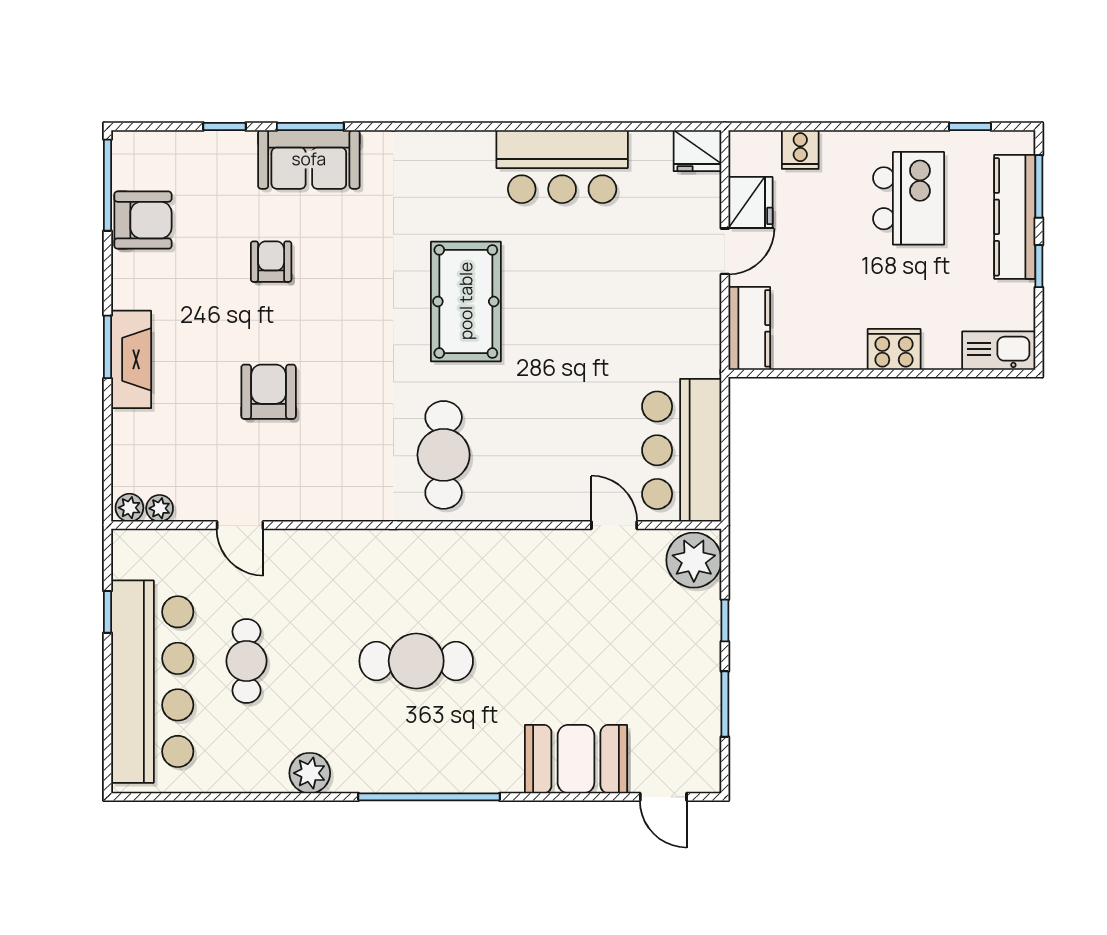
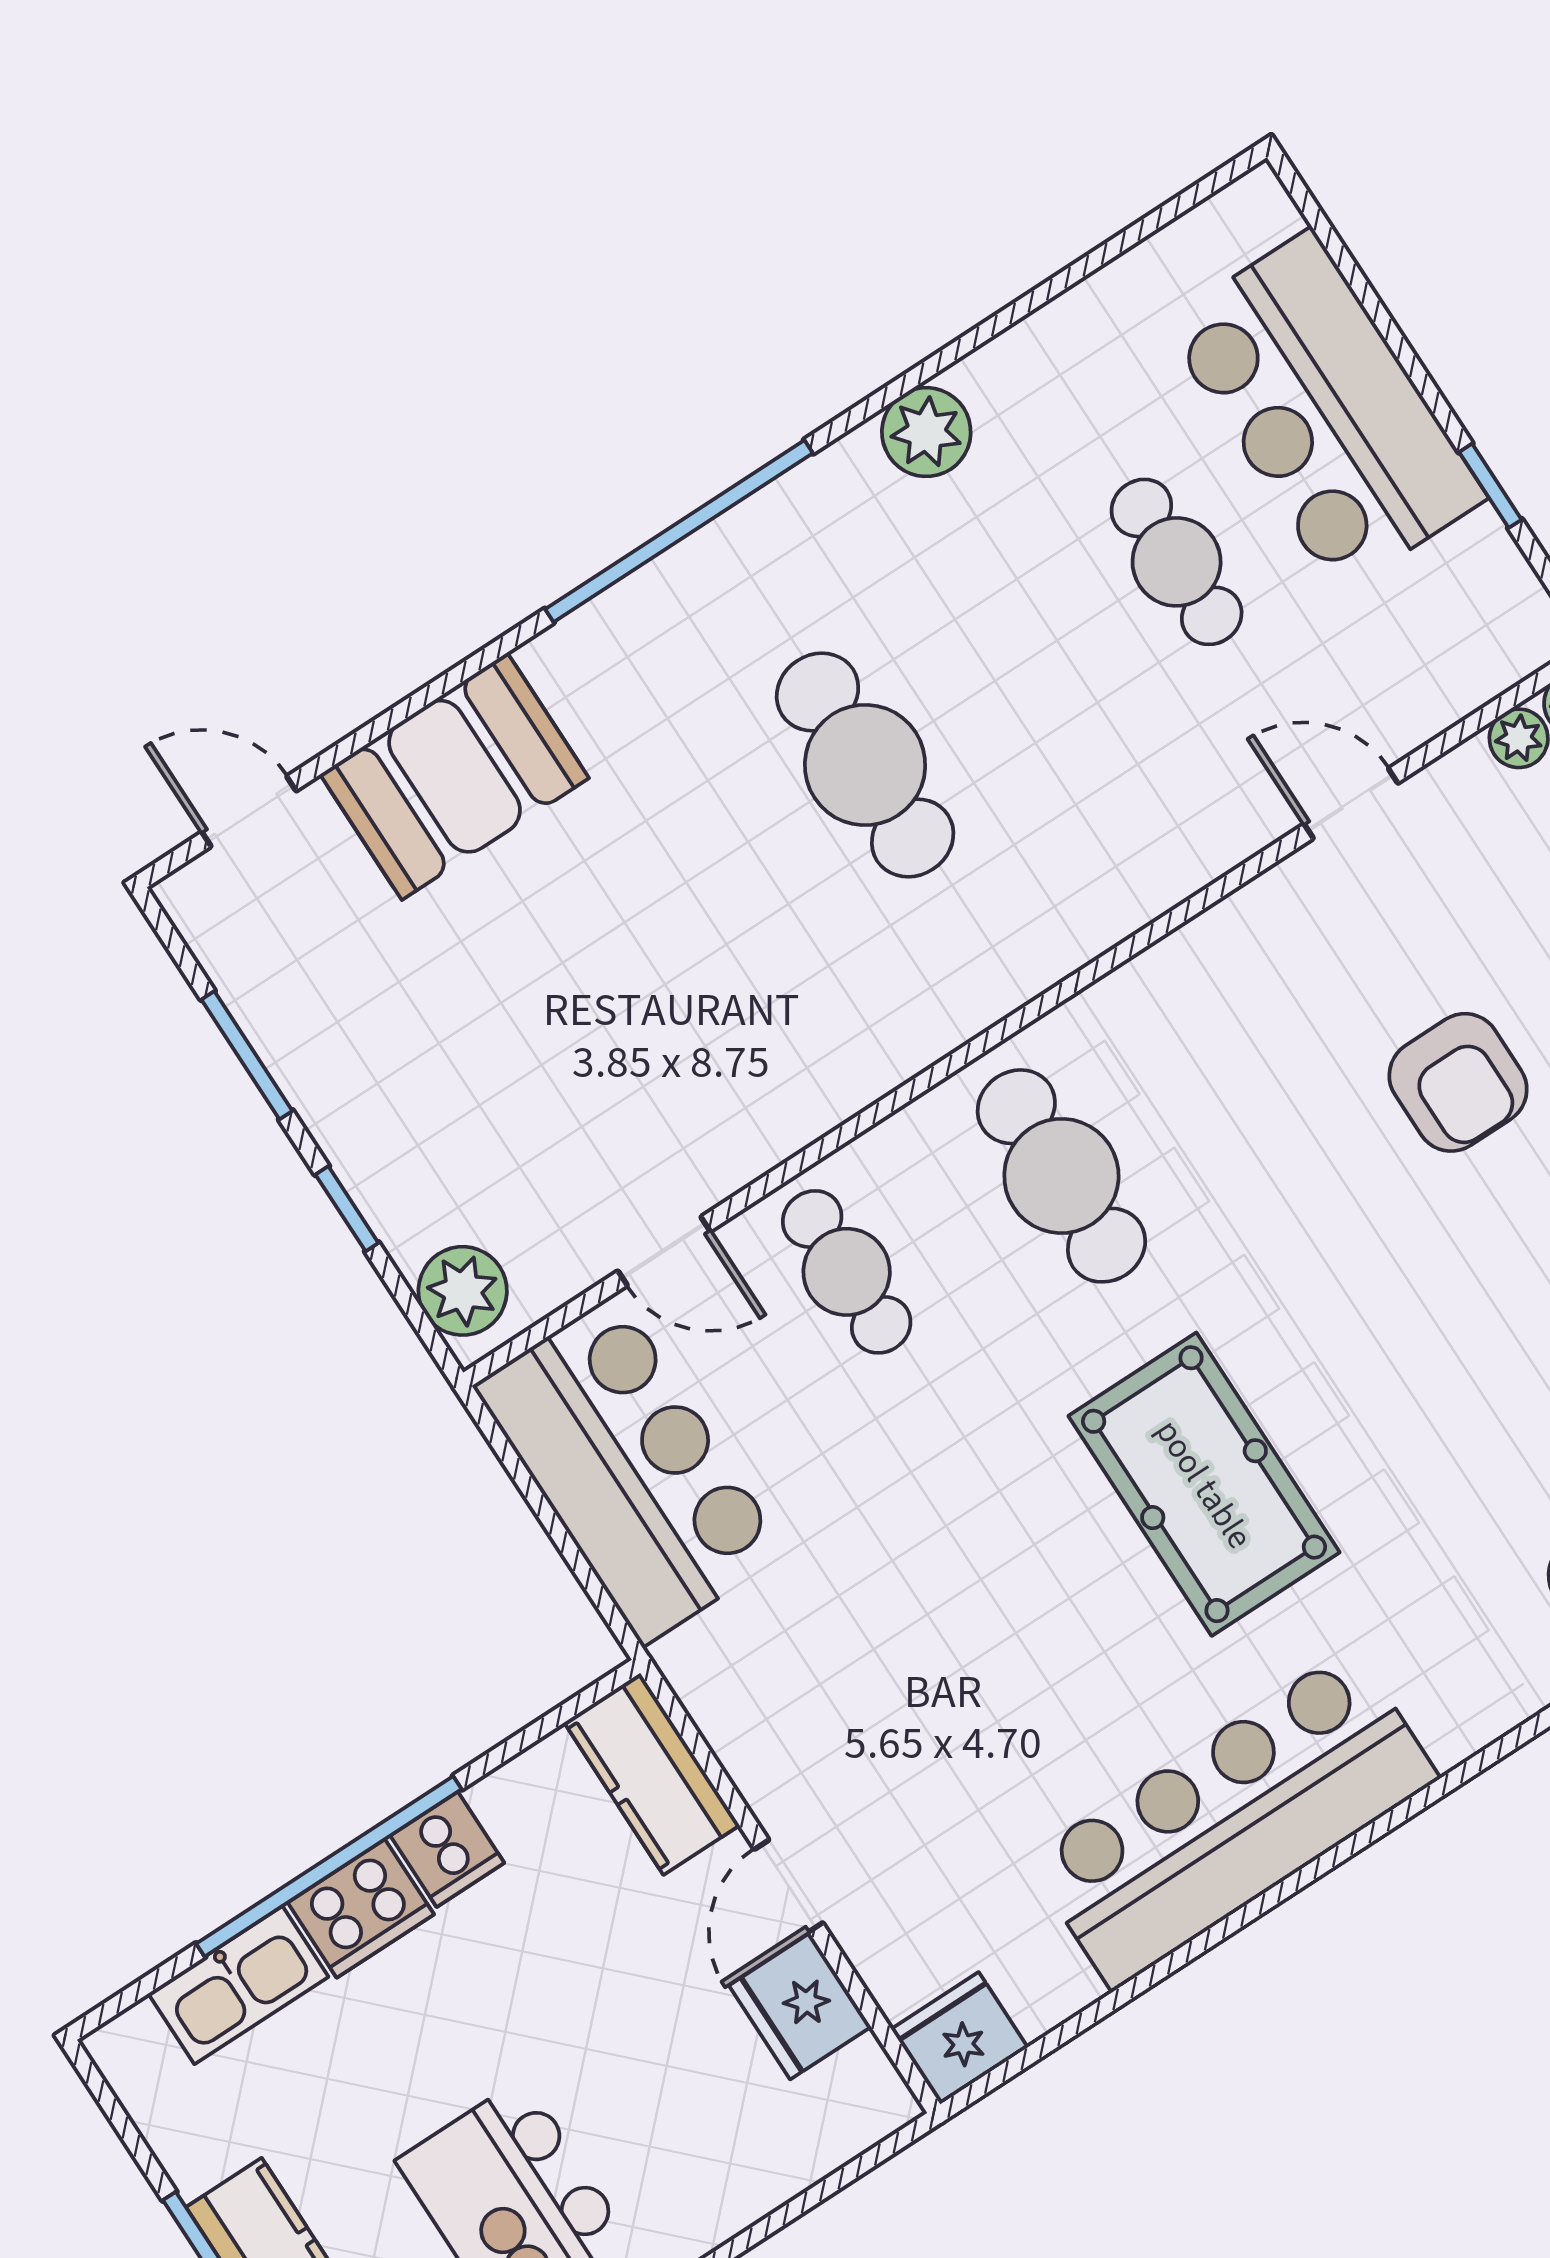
cooker: (800, 149) -> (447, 1849), moved, turned 180
bar counter: (562, 167) -> (1233, 1818), width x1.36
kitchen sink: (999, 351) -> (238, 1985), moved
window: (896, 373) -> (329, 1866), added
cafe table: (550, 472) -> (847, 1272), added
plant: (694, 560) -> (463, 1291), width x0.73, depth x0.73
cafe table: (416, 661) -> (865, 765), turned 90
bar counter: (152, 682) -> (1325, 411), width x0.73

